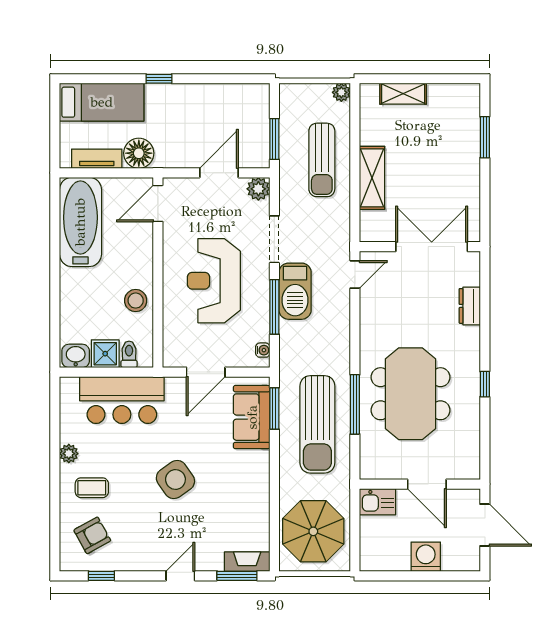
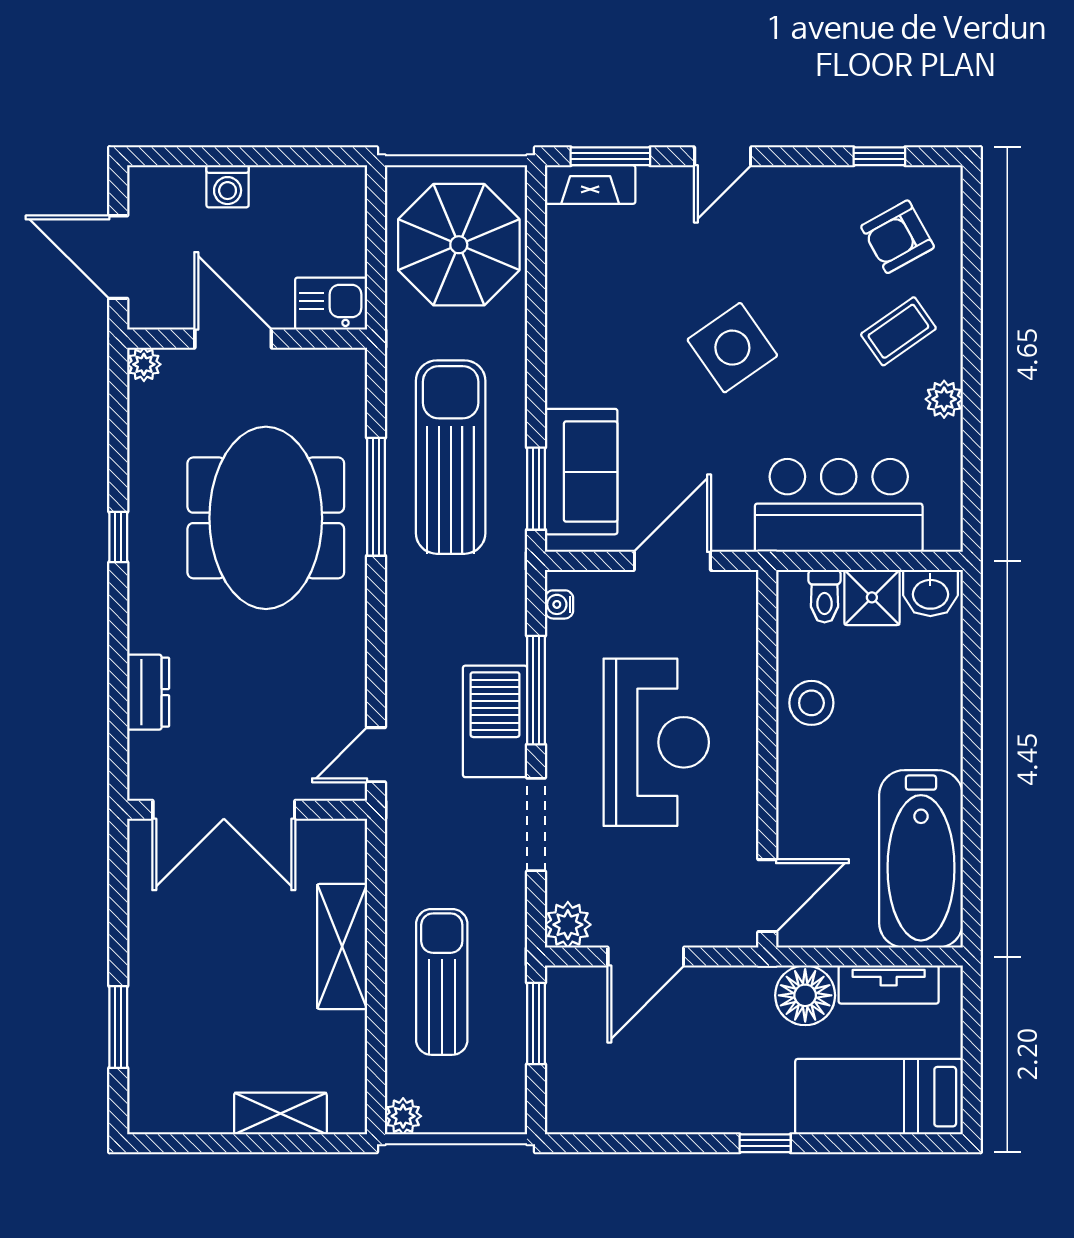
plant: (472, 471) -> (144, 364), added
coffee table: (92, 488) -> (898, 331), turned -35
washing machine: (426, 557) -> (228, 186), width x0.73, depth x0.73

